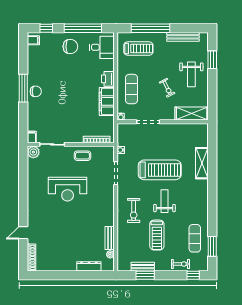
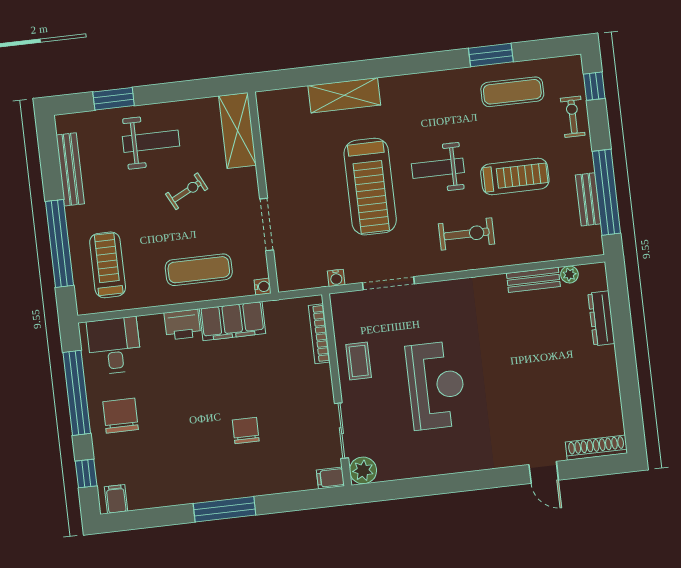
chair: (36, 91) -> (246, 431), moved
treadmill: (160, 170) -> (370, 187), turned 180
window: (212, 246) -> (491, 55), moved
window: (145, 275) -> (606, 192), width x2.11

